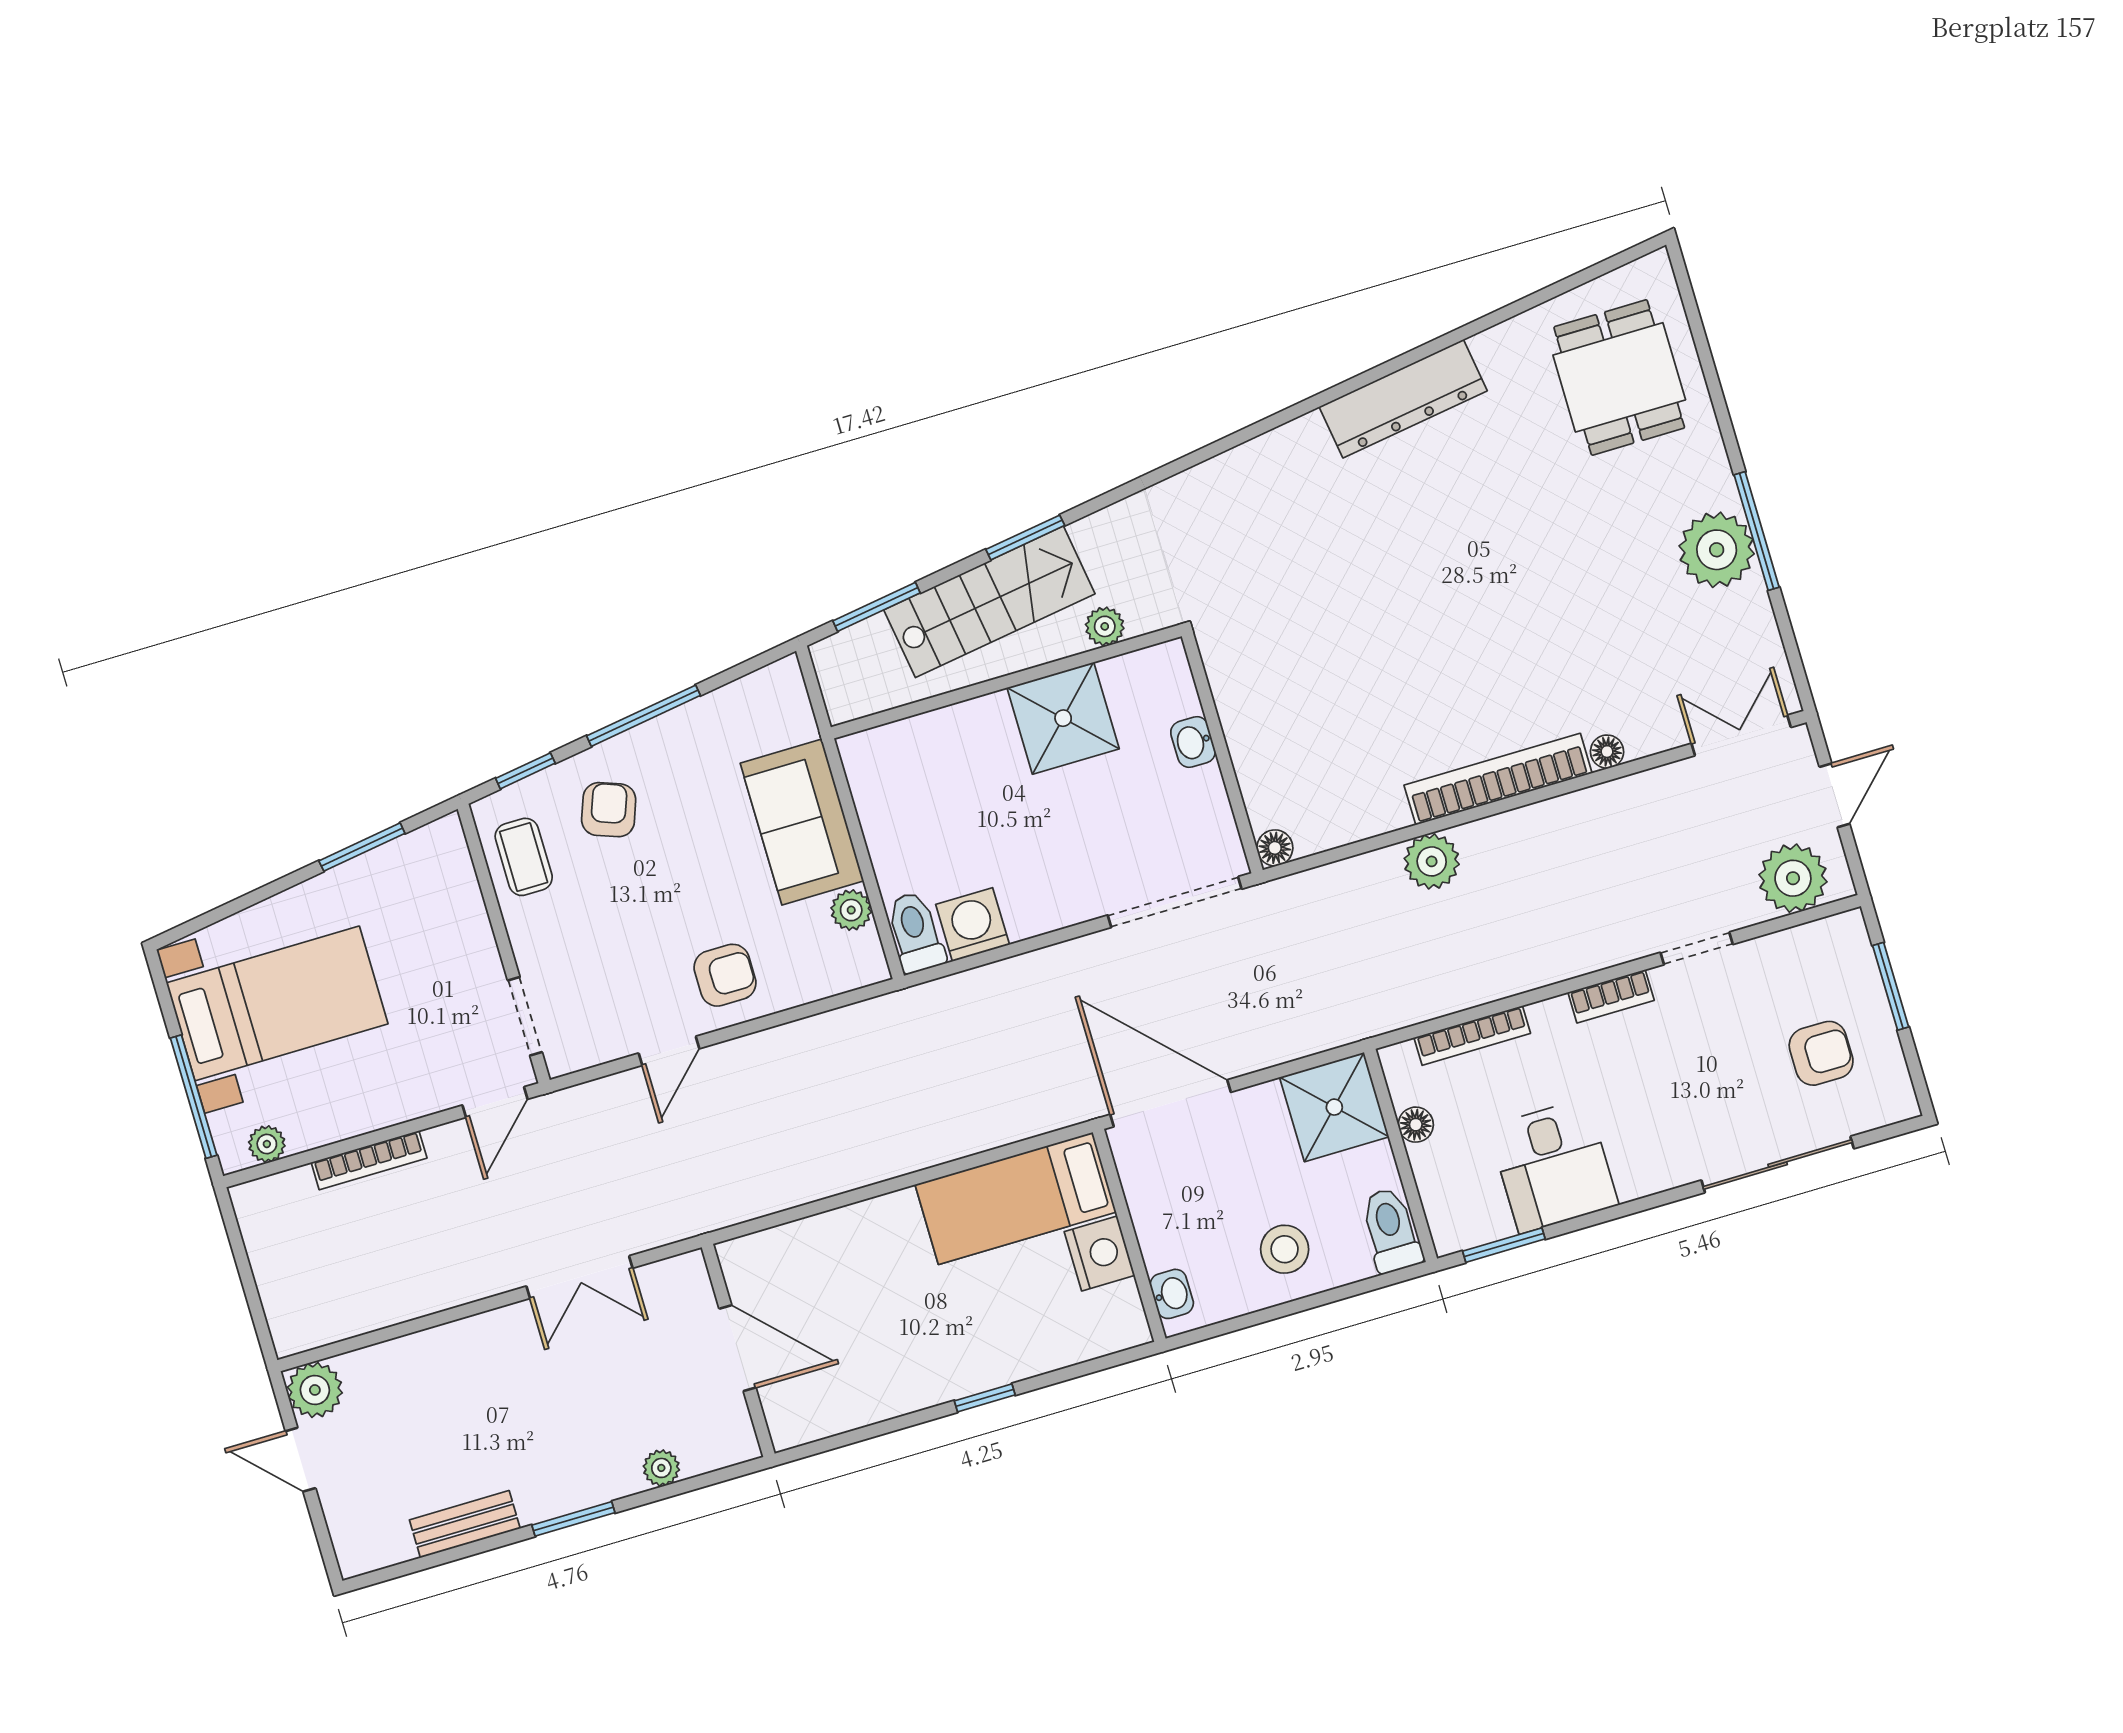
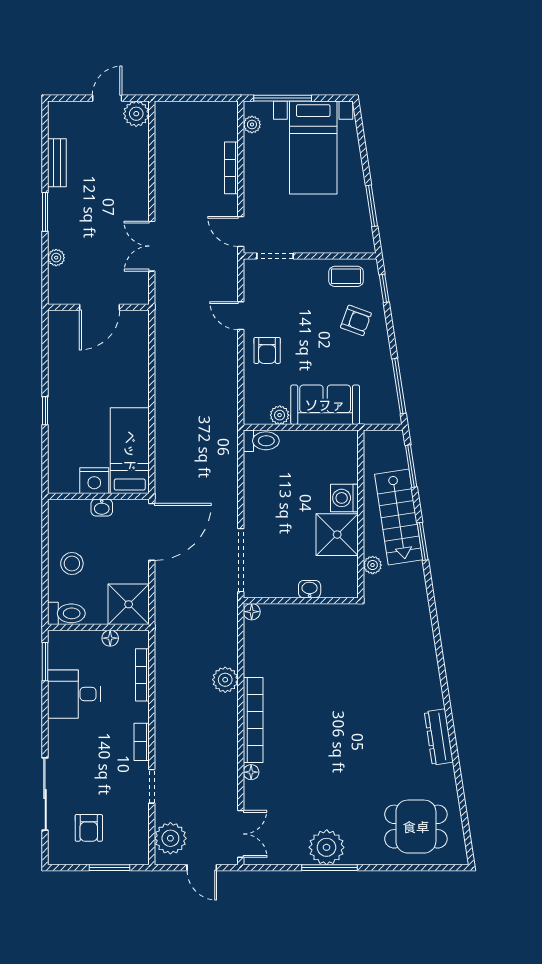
dresser: (1403, 399) -> (439, 737), width x0.73, depth x0.80
window: (643, 716) -> (399, 386), moved
washing machine: (973, 925) -> (344, 498), moved, turned 180
washbasin: (1172, 1294) -> (102, 507), moved

